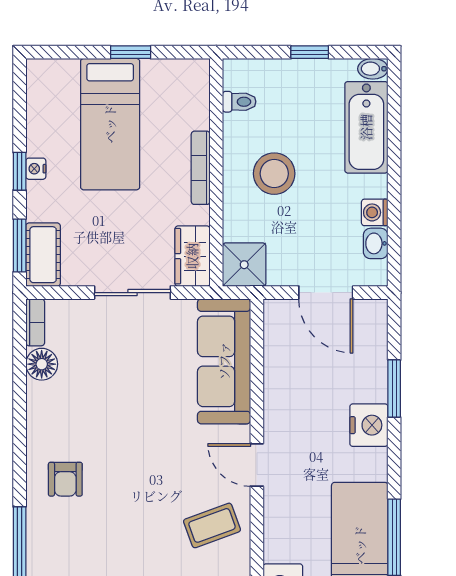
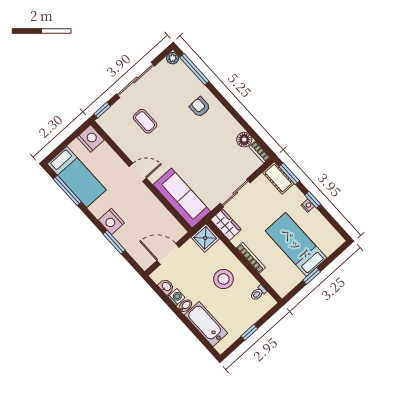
bidet: (373, 69) -> (185, 306), moved
coffee table: (212, 525) -> (145, 121), moved, turned -70

